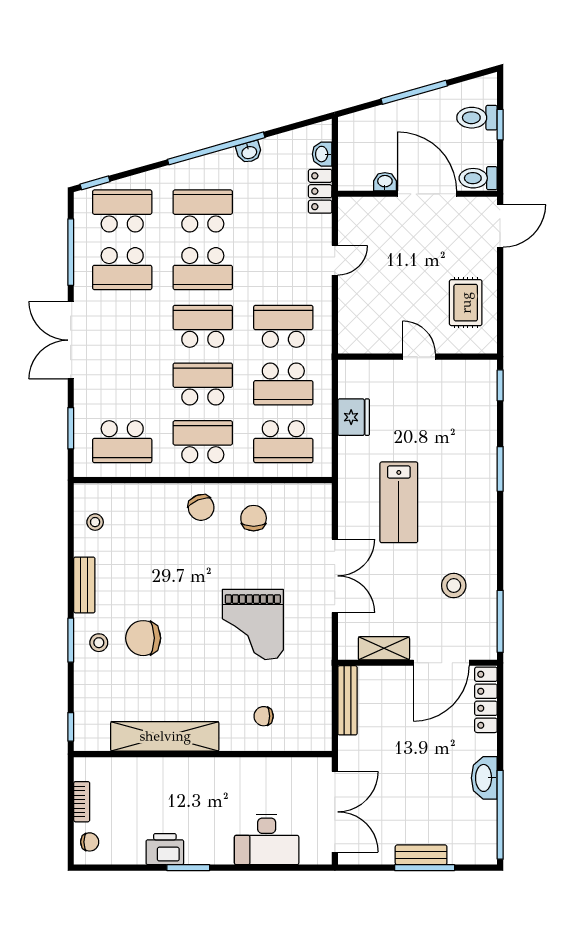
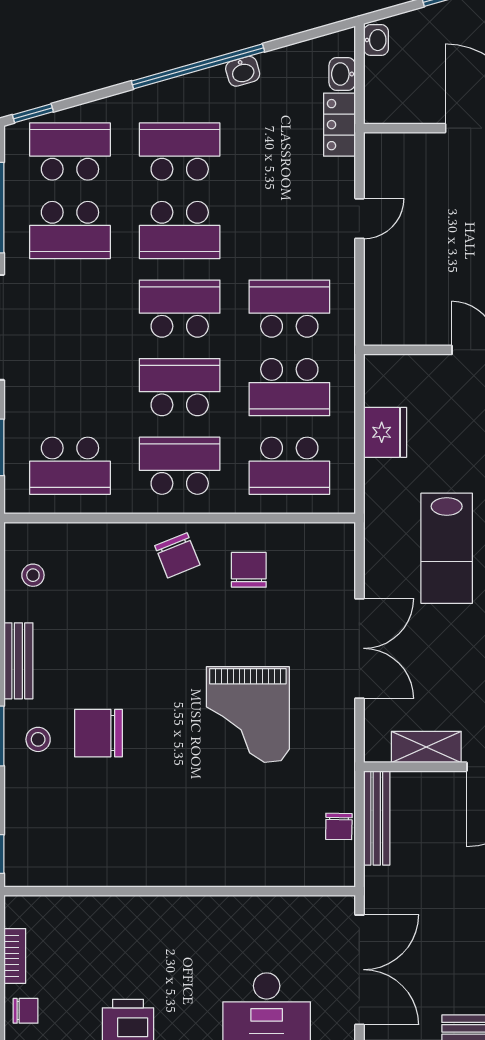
washbasin: (385, 182) -> (376, 40), moved, turned 90
chair: (264, 716) -> (339, 826), moved, turned -89
shelving: (165, 736) -> (128, 867), removed

